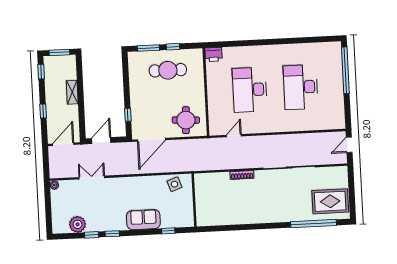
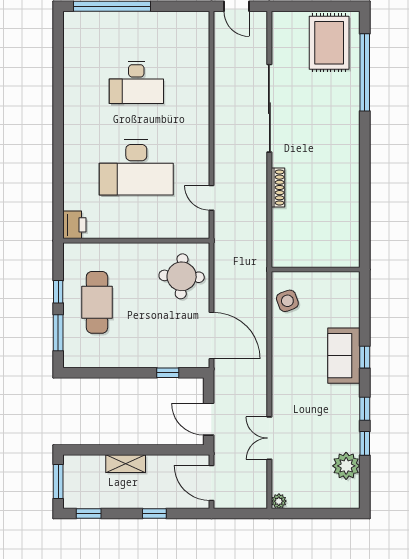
desk: (301, 87) -> (136, 82), width x0.73, depth x0.77
window: (168, 231) -> (365, 357), moved

